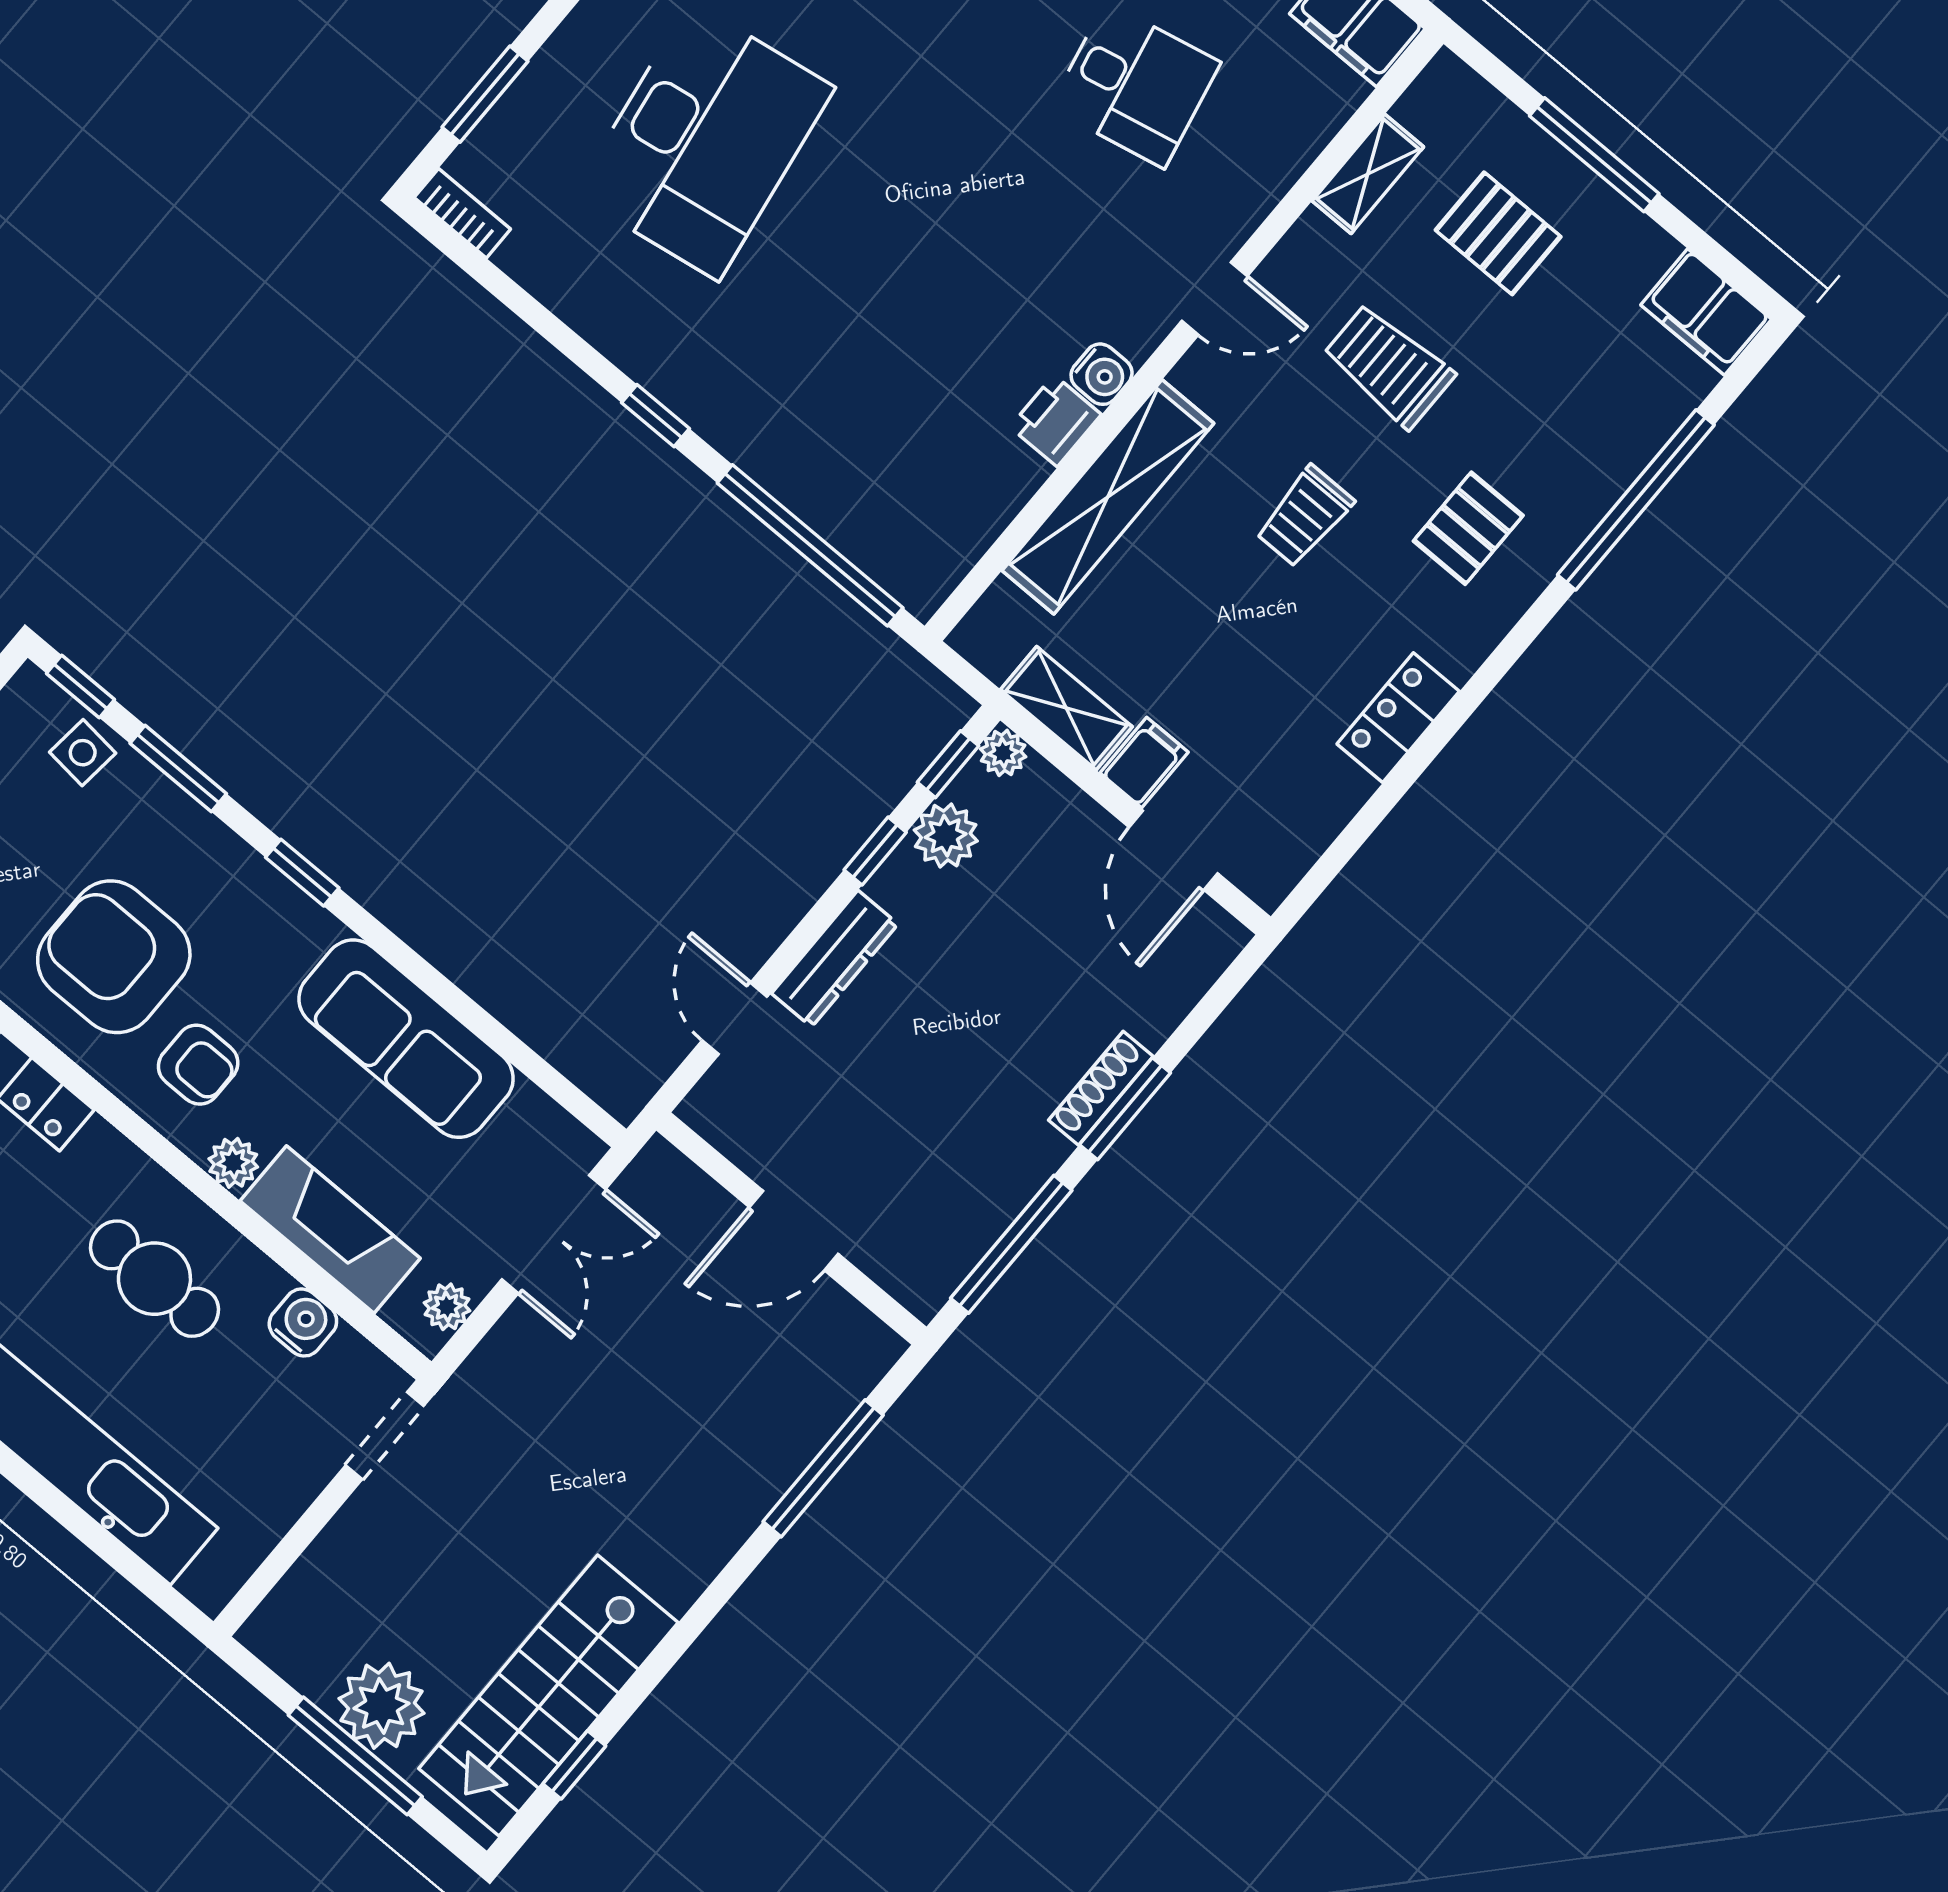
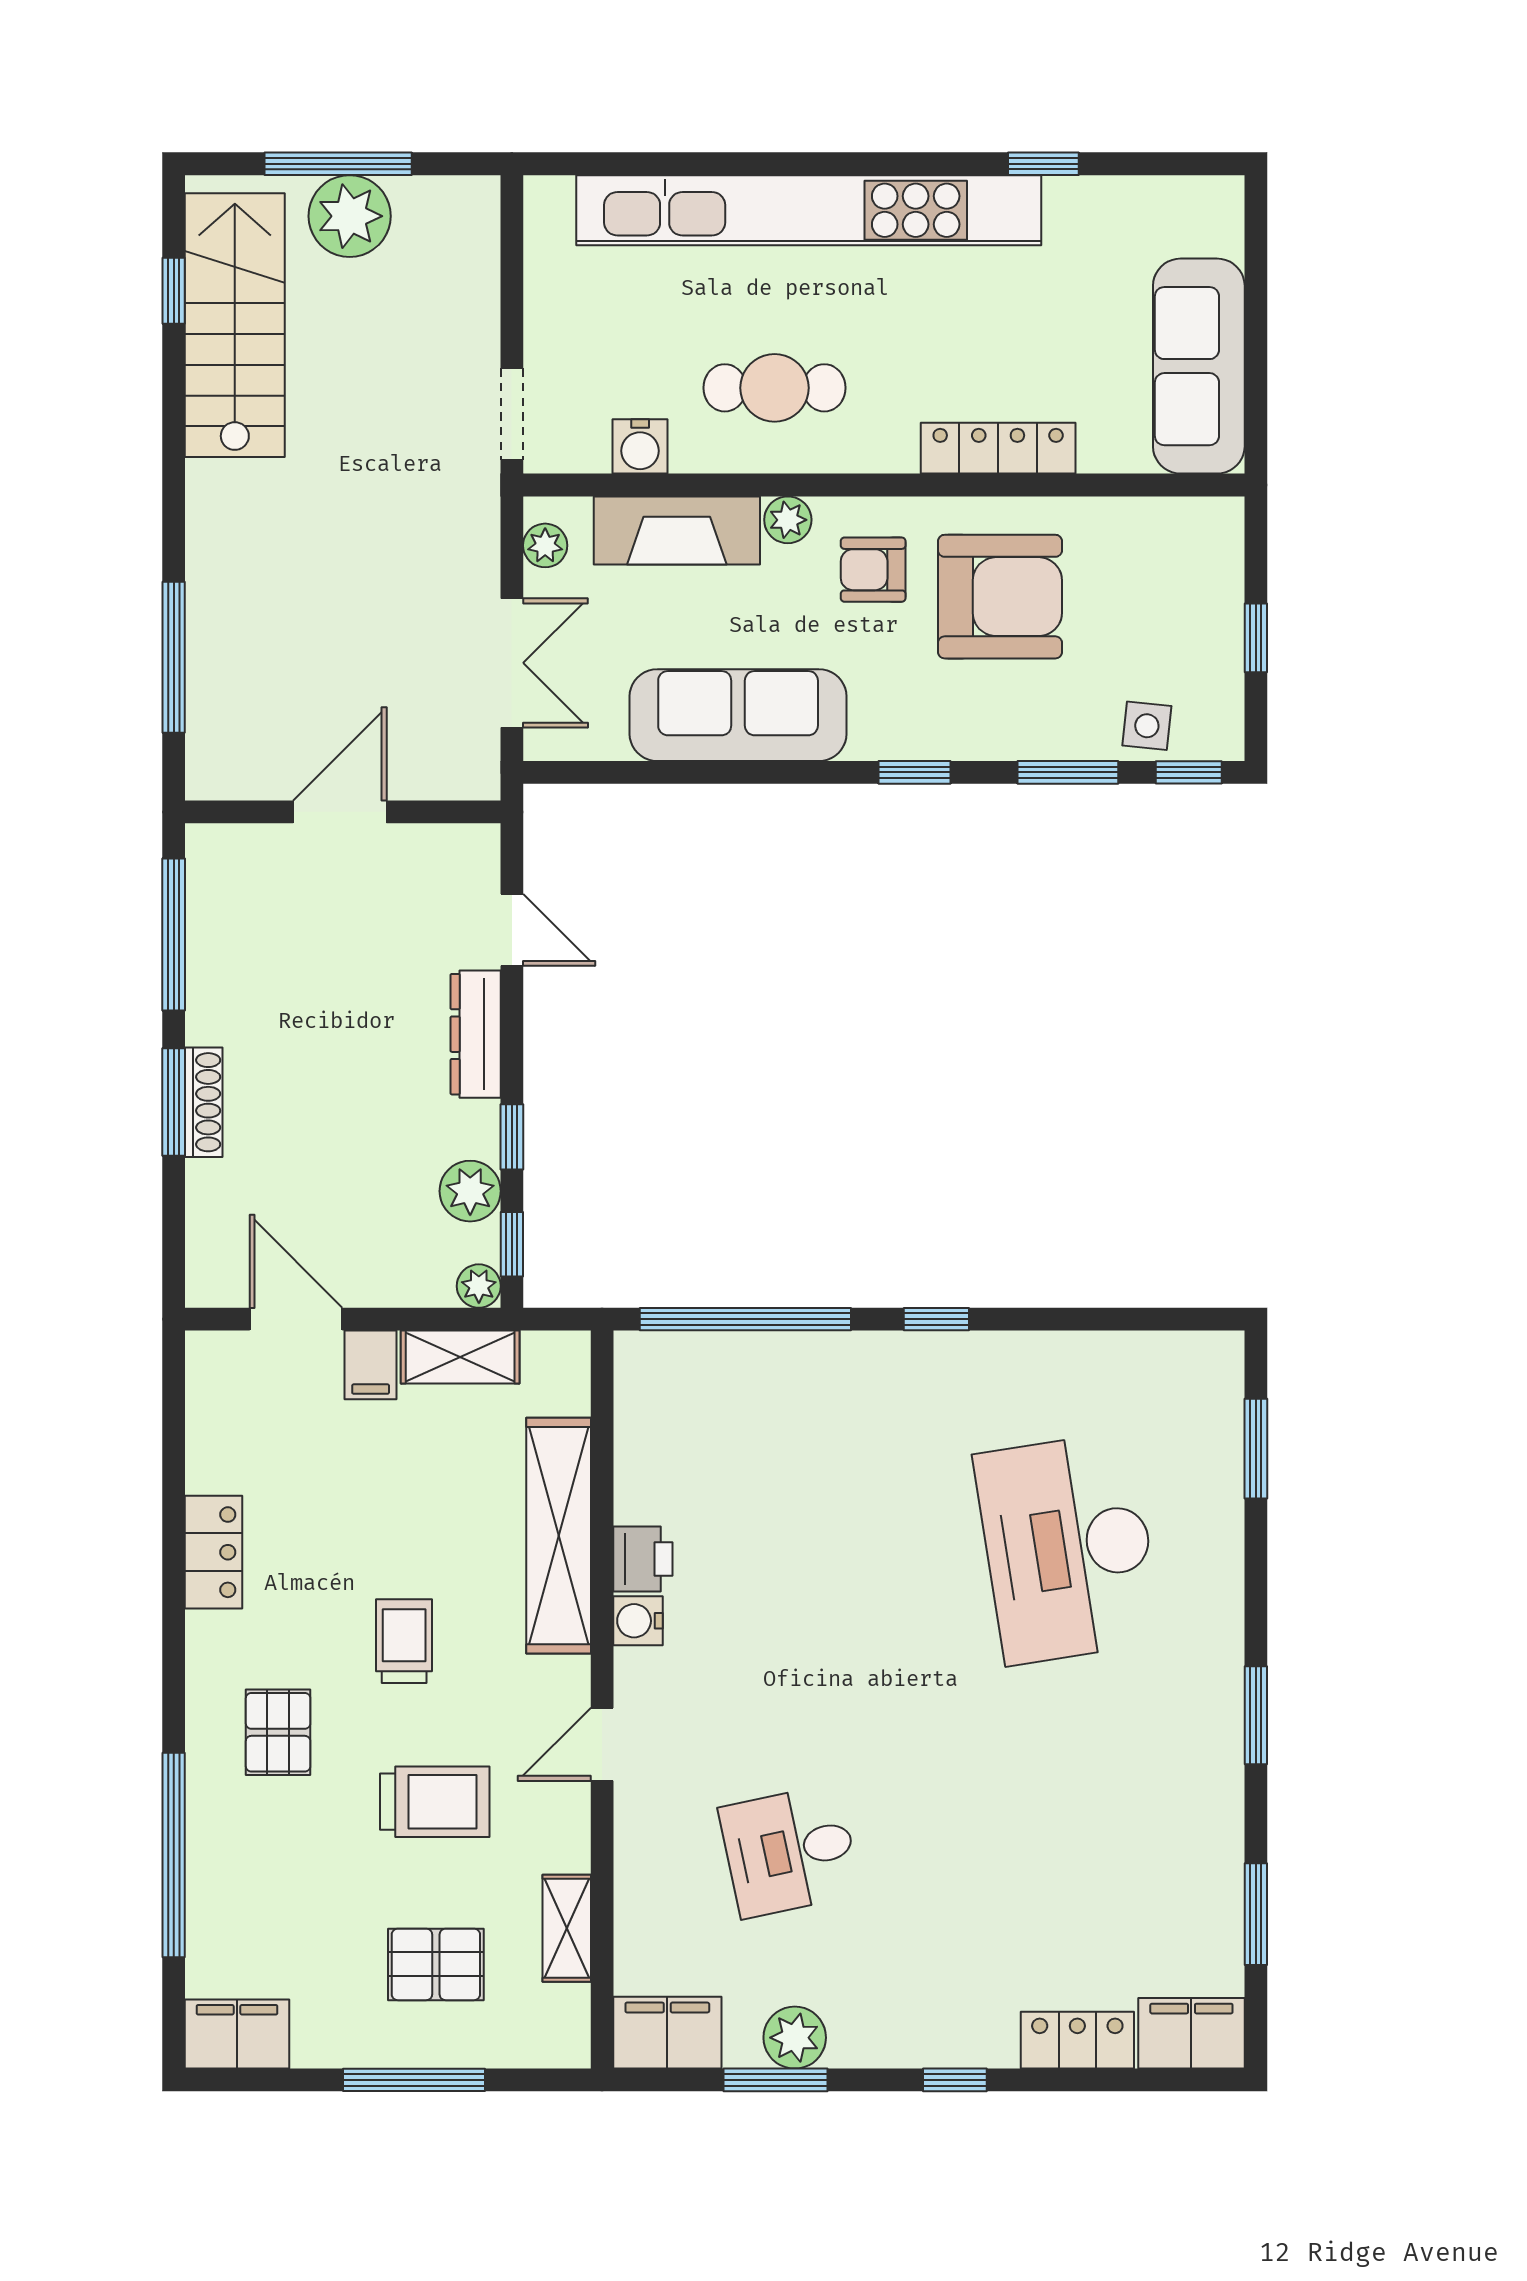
bookcase: (462, 213) -> (1200, 1348), removed
double door: (554, 1234) -> (512, 663), swing flipped

